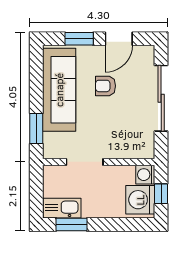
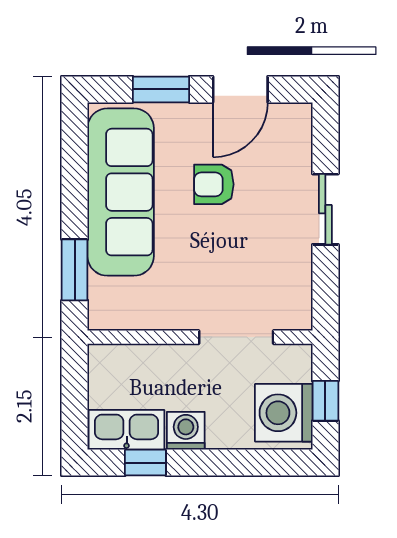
sliding door: (161, 98) -> (325, 209), width x0.54
doorway: (85, 162) -> (236, 337), moved
washing machine: (145, 175) -> (186, 431), moved, turned 90
window: (71, 224) -> (145, 463), width x0.67

